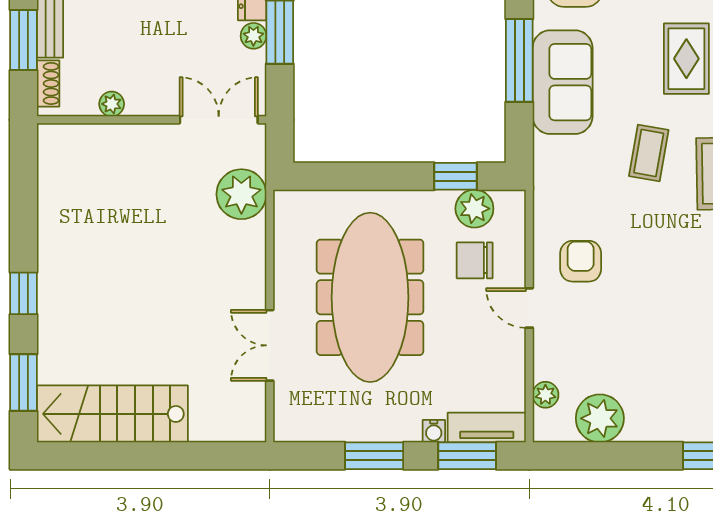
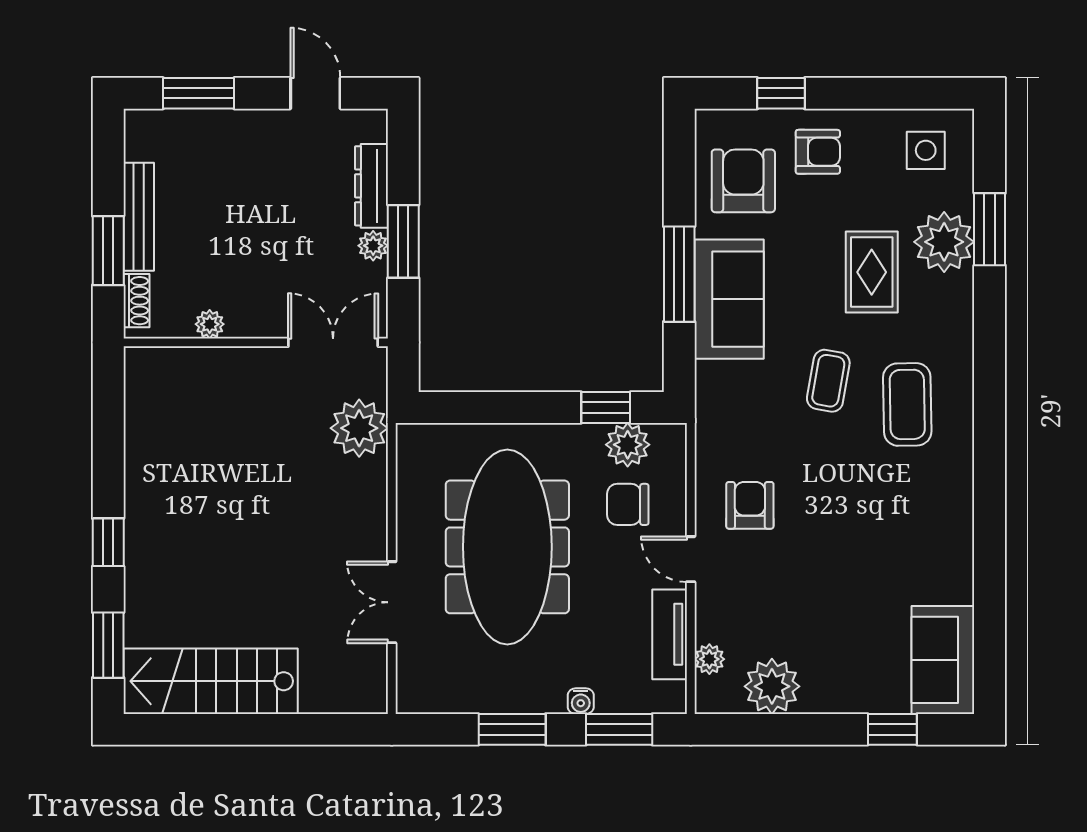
tv unit: (487, 427) -> (670, 634), moved, turned -90

